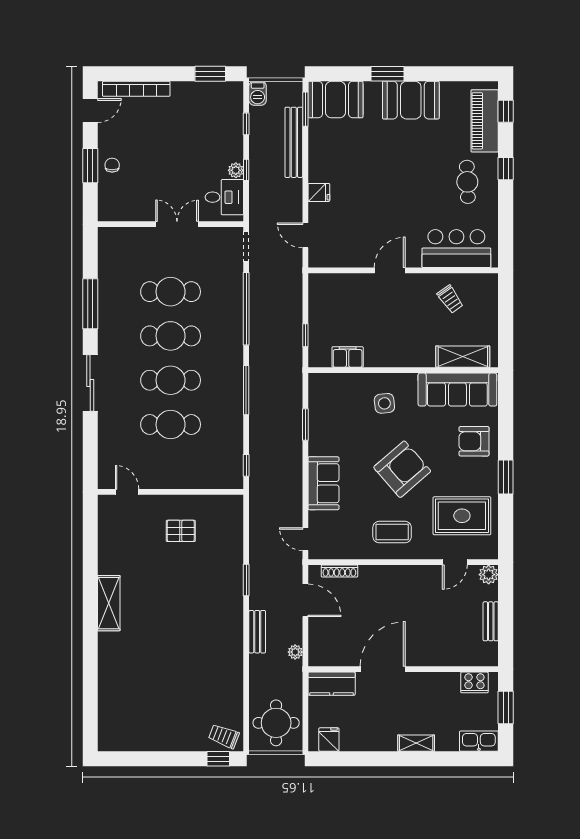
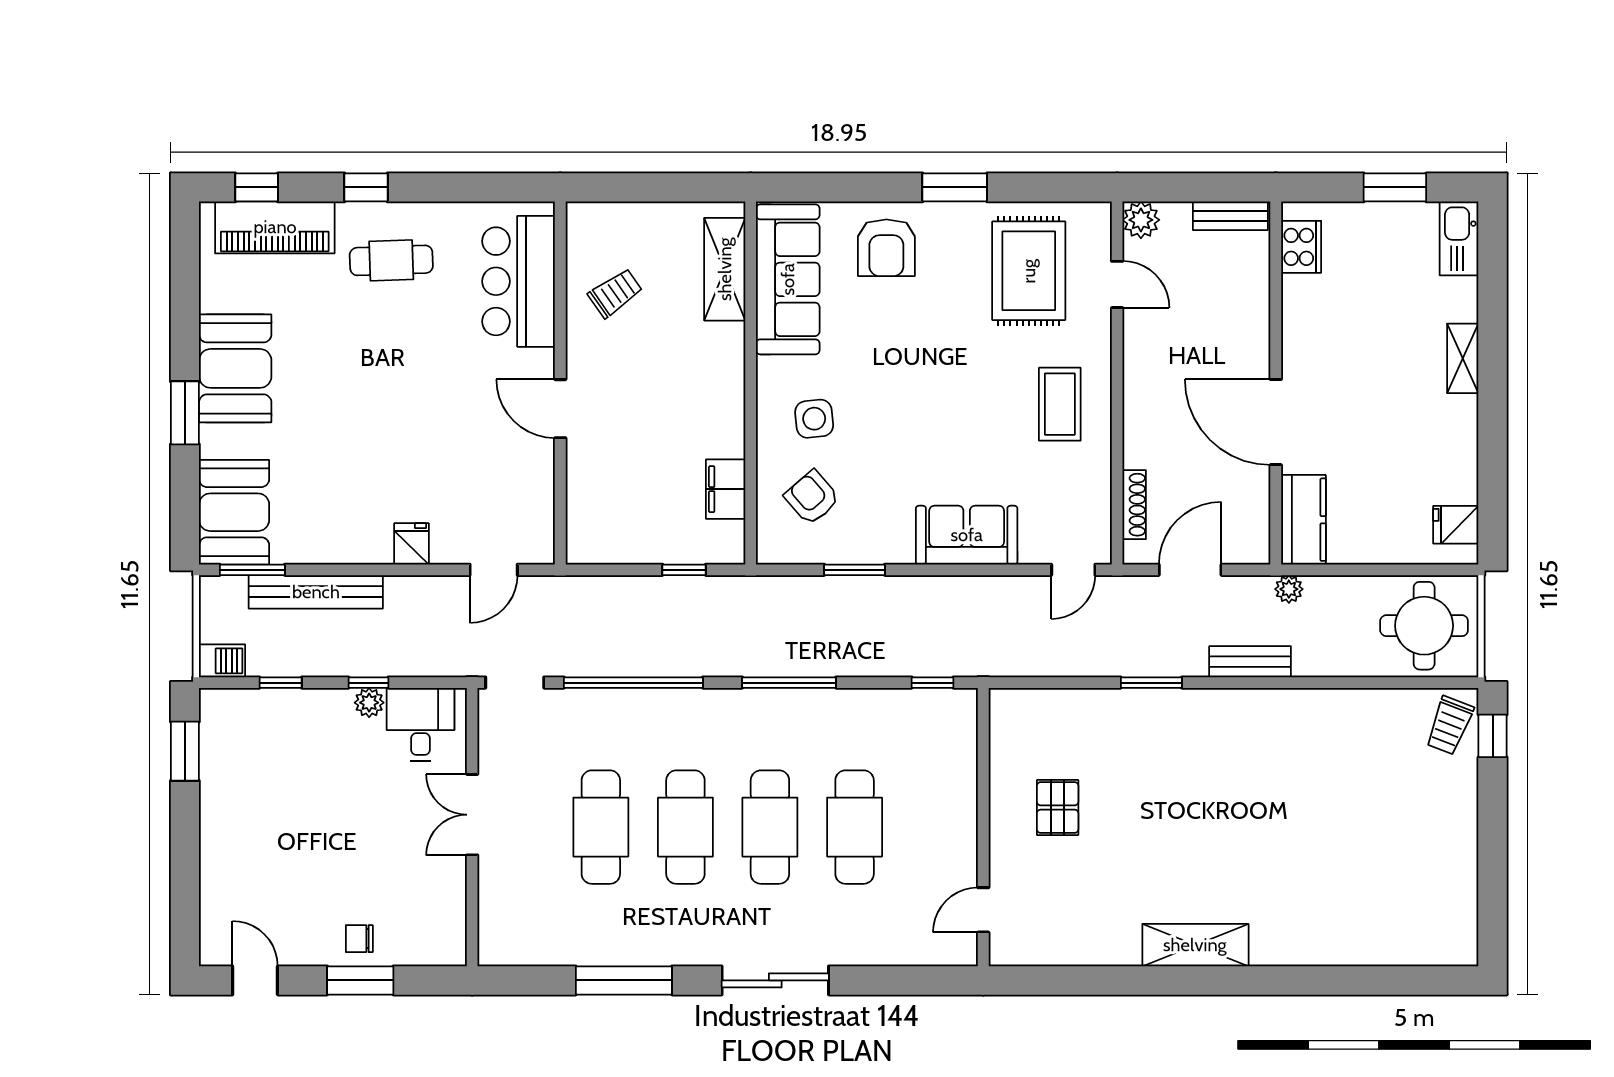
bookcase: (136, 89) -> (214, 892), removed
armchair: (402, 469) -> (812, 498), moved, width x0.53, depth x0.53
door: (383, 669) -> (1276, 422), moved
wall: (403, 669) -> (1276, 383), moved
cooker: (474, 682) -> (1301, 247), moved
kitchen counter: (332, 684) -> (1303, 520), moved

